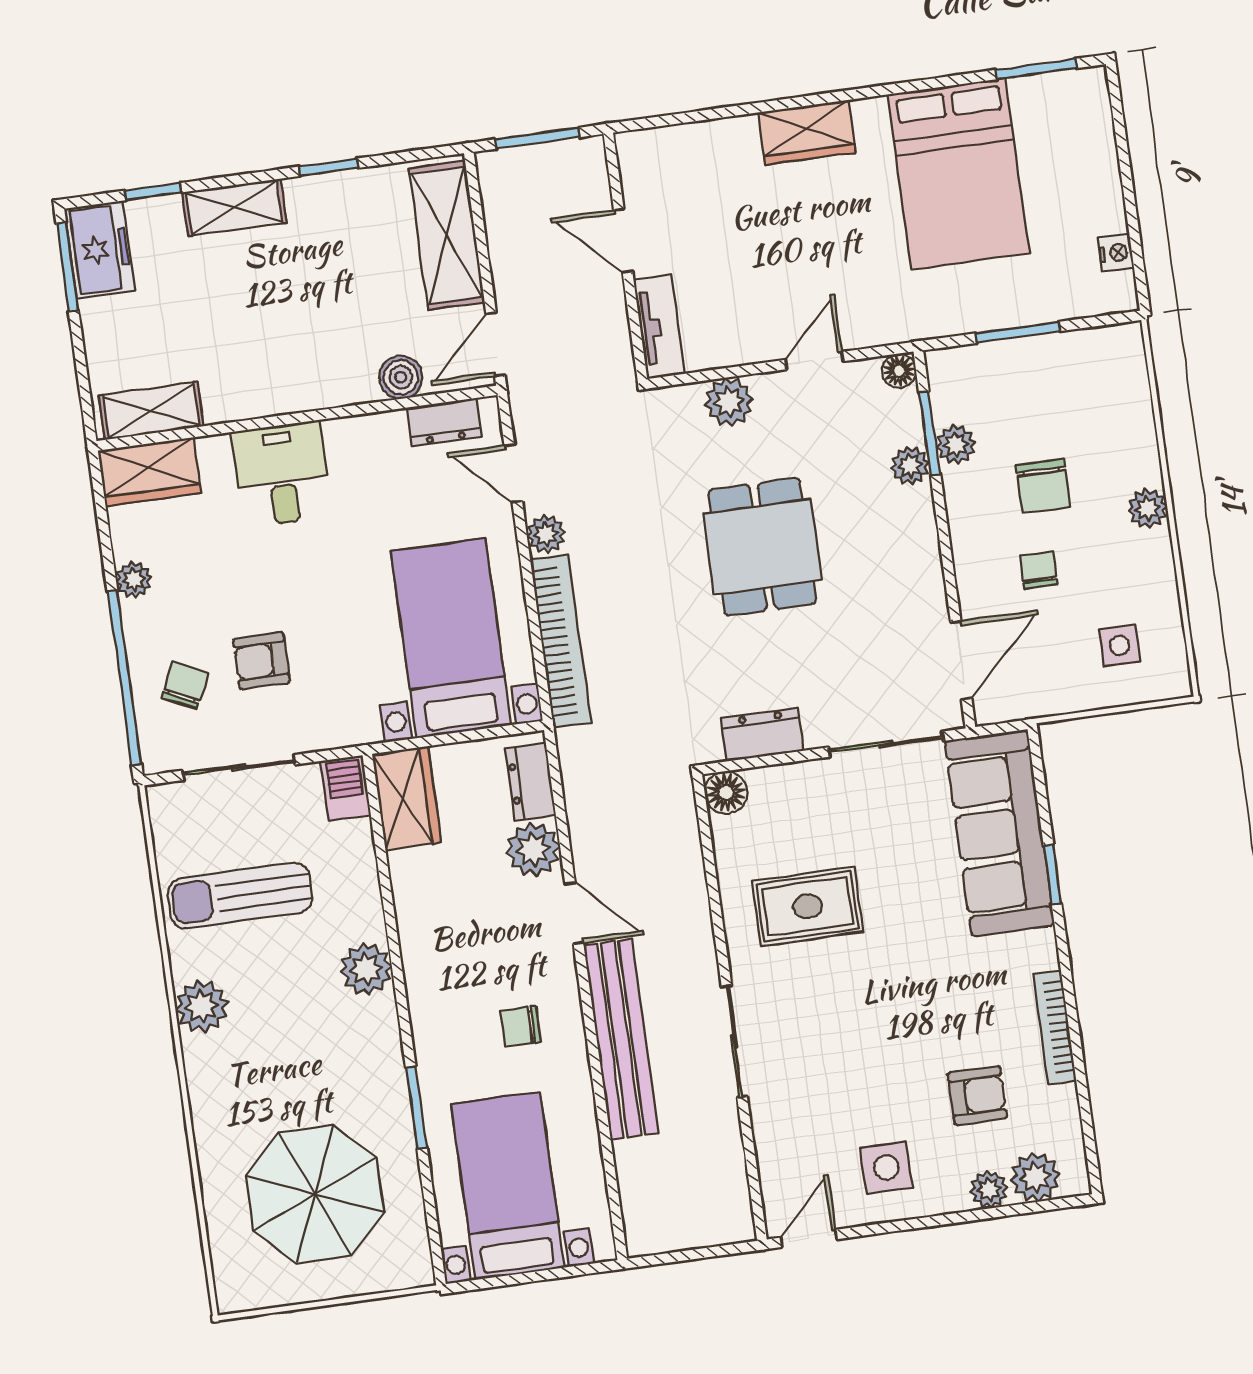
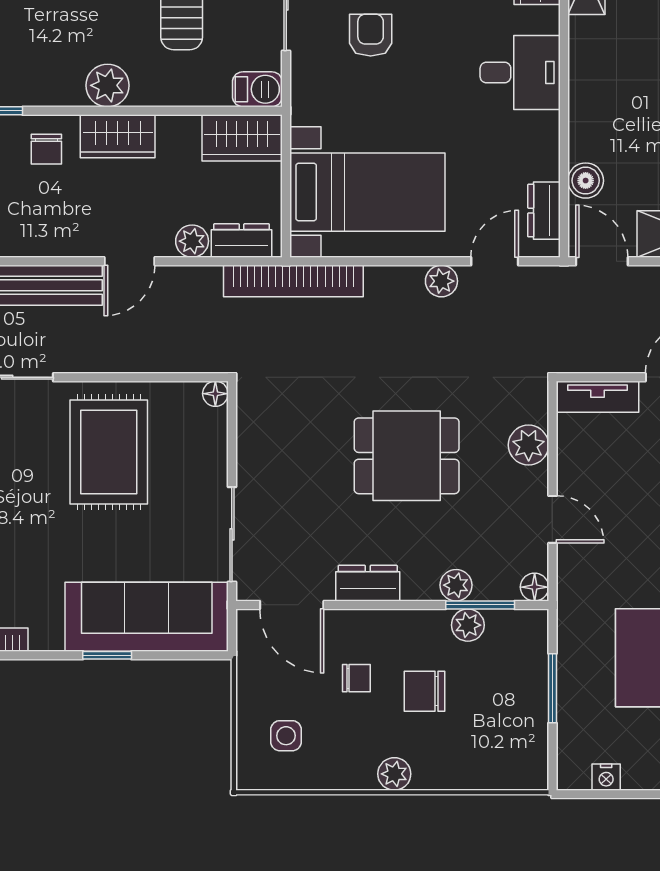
bookcase: (561, 641) -> (293, 281), moved
dresser: (762, 734) -> (368, 583), moved, turned -90
floor lamp: (726, 792) -> (215, 394), width x0.73, depth x0.73
plant: (533, 850) -> (192, 241), width x0.73, depth x0.73
rug: (808, 906) -> (109, 452), width x1.36, depth x1.43
wardrobe: (426, 948) -> (118, 136), added
chair: (521, 1027) -> (46, 149), moved, turned 180

